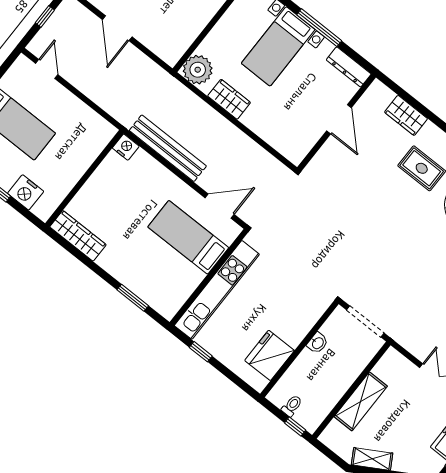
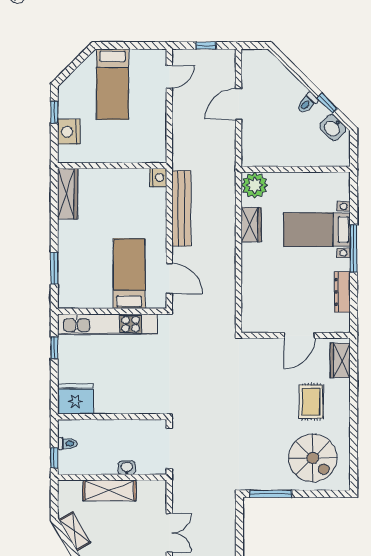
door: (339, 119) -> (299, 335), moved
wall: (337, 122) -> (296, 335), moved
washbasin: (318, 343) -> (127, 468), moved, turned 180
fridge: (270, 355) -> (76, 399), moved

